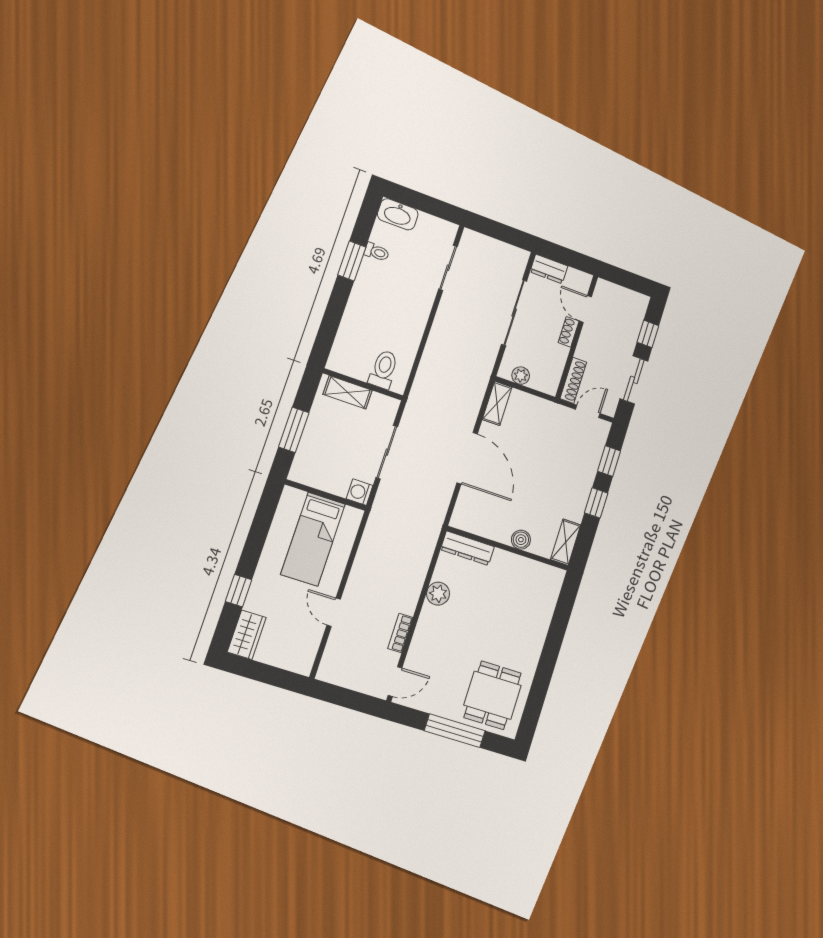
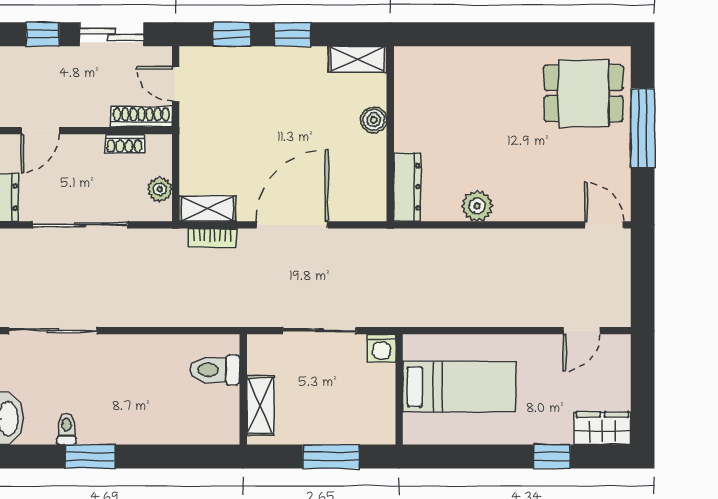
sliding door: (448, 268) -> (53, 331), width x1.37
shoe rack: (569, 332) -> (124, 144), moved
door: (334, 612) -> (582, 331), moved
bookcase: (400, 633) -> (212, 238), moved

